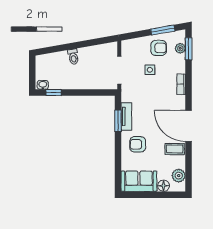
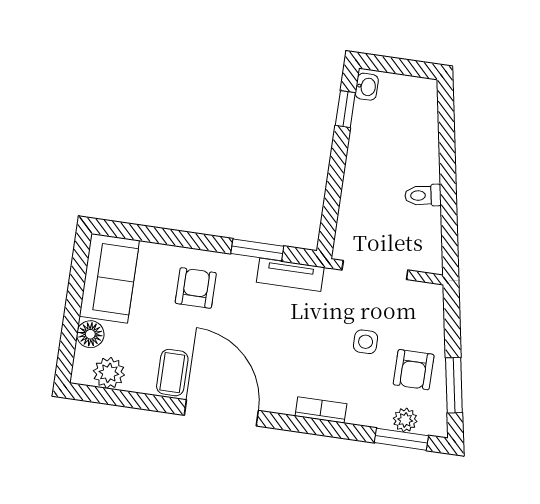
toilet: (73, 57) -> (423, 195), moved
tv unit: (126, 116) -> (290, 275), moved
door: (189, 126) -> (221, 413), hinge flipped

